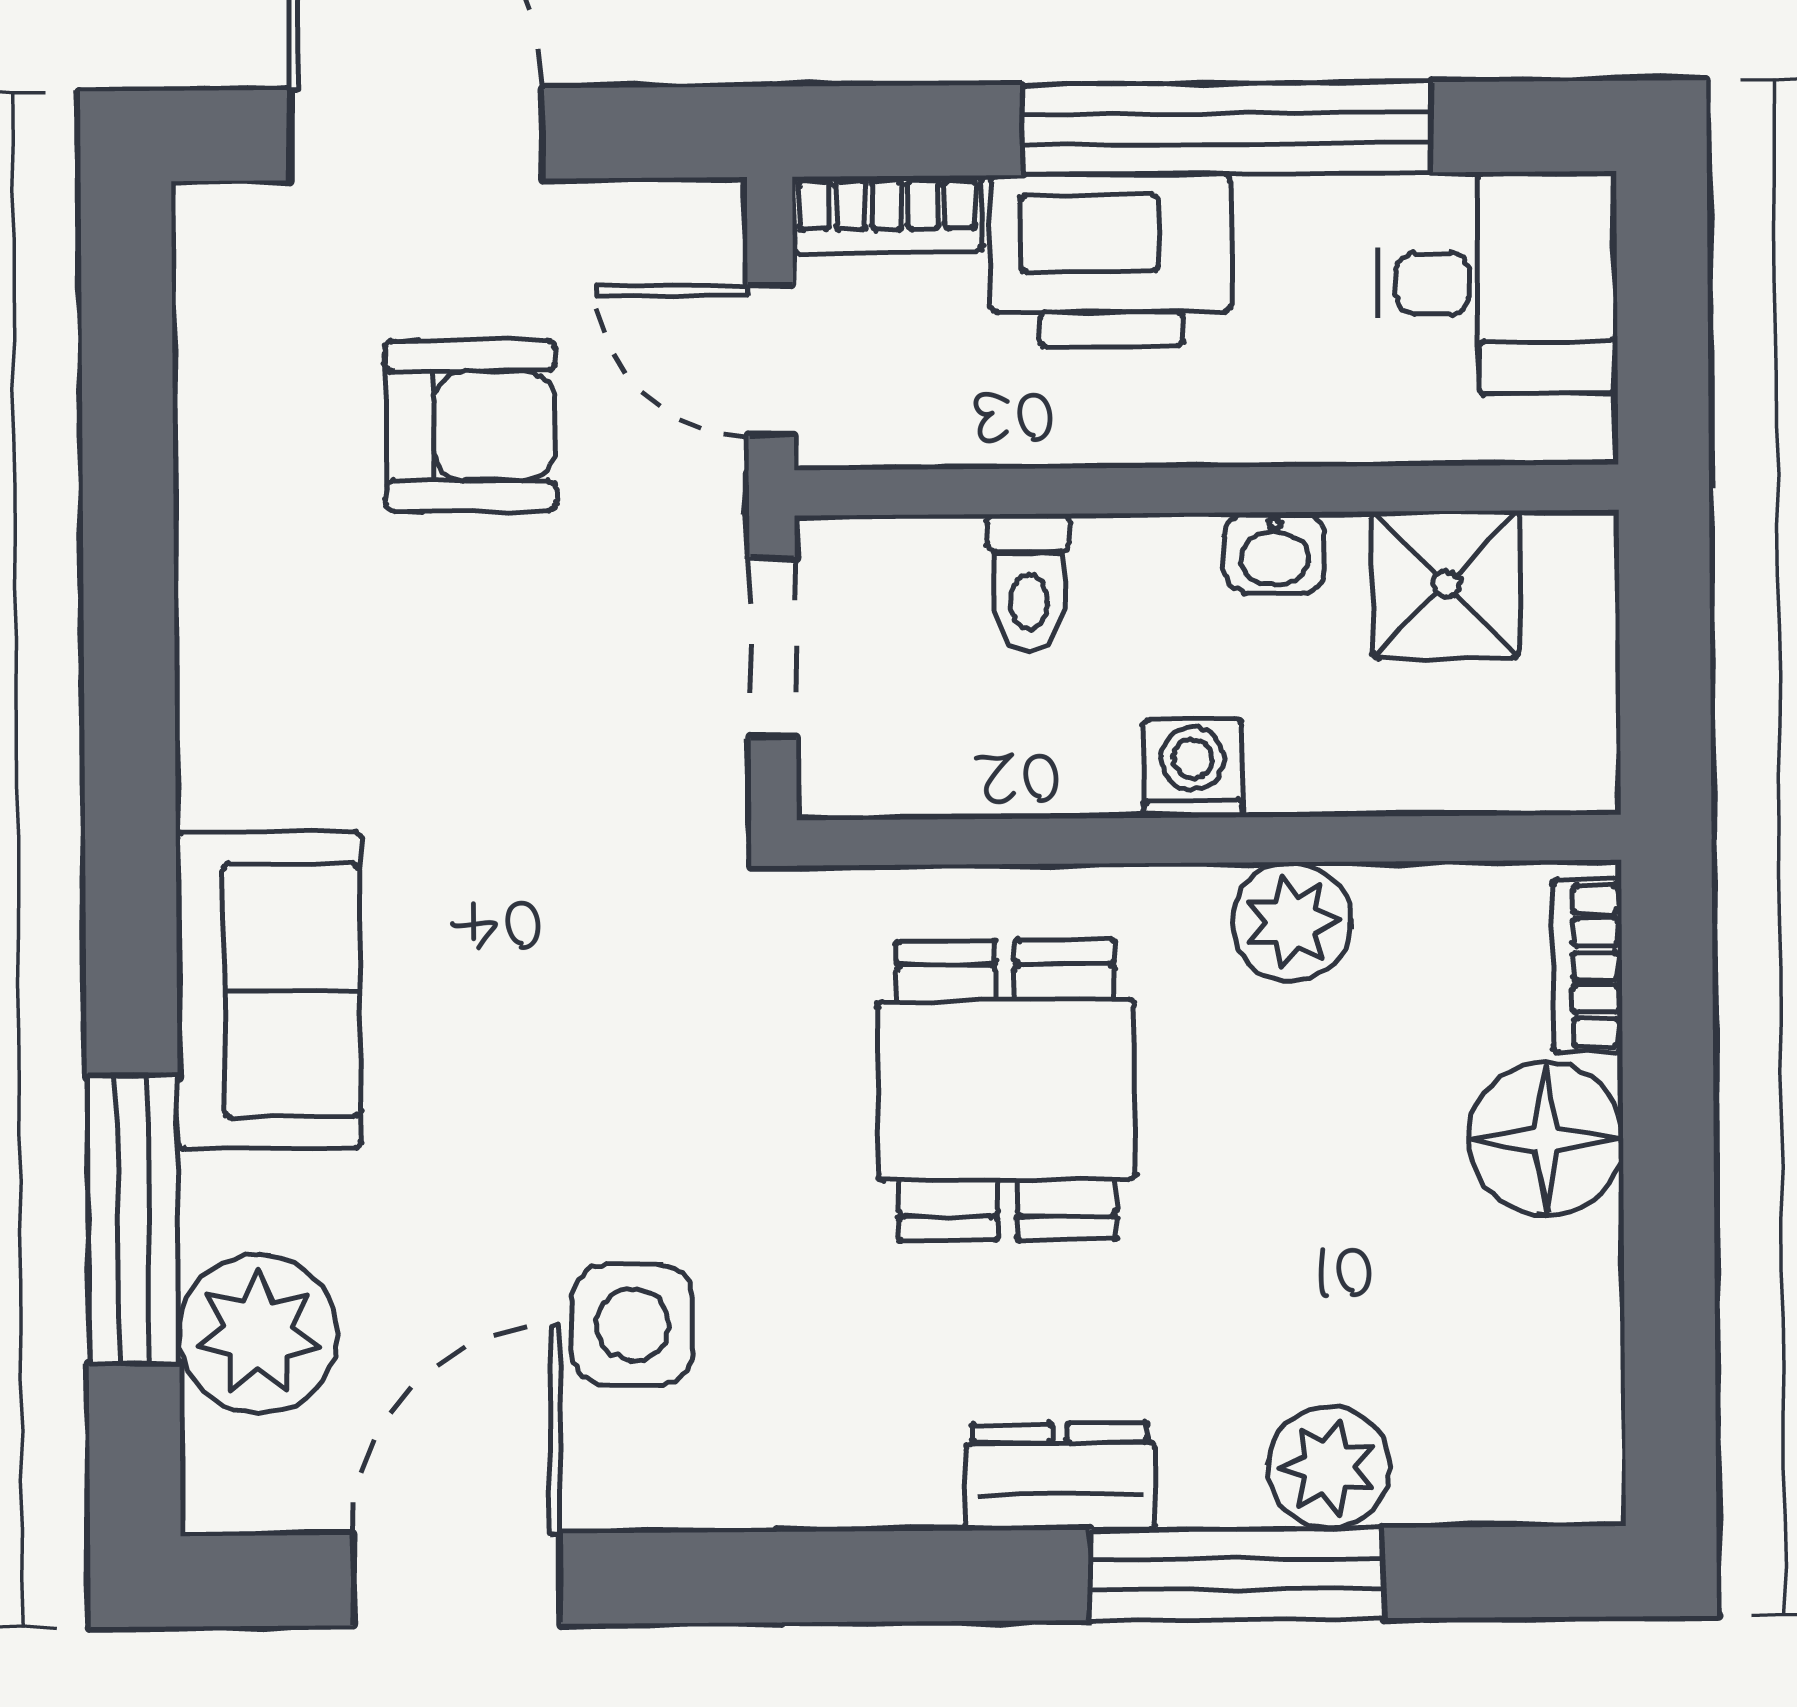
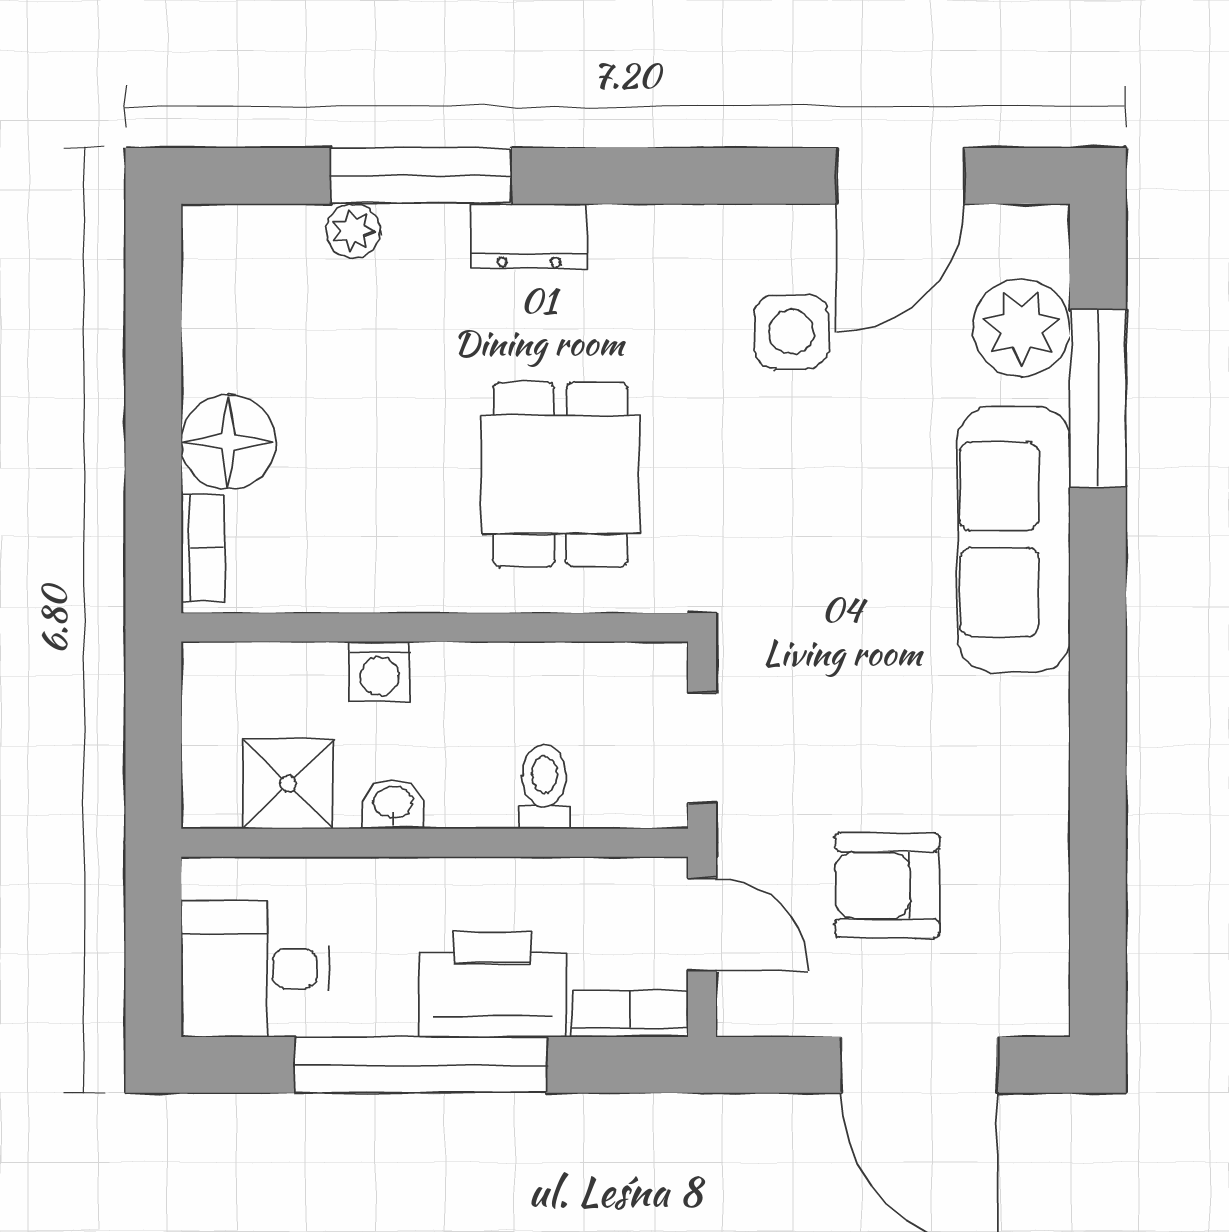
washing machine: (1193, 768) -> (380, 672), moved
plant: (1291, 922) -> (384, 577), removed
sofa: (268, 990) -> (1014, 539), width x1.36
plant: (1329, 1467) -> (353, 231), width x0.73, depth x0.73

